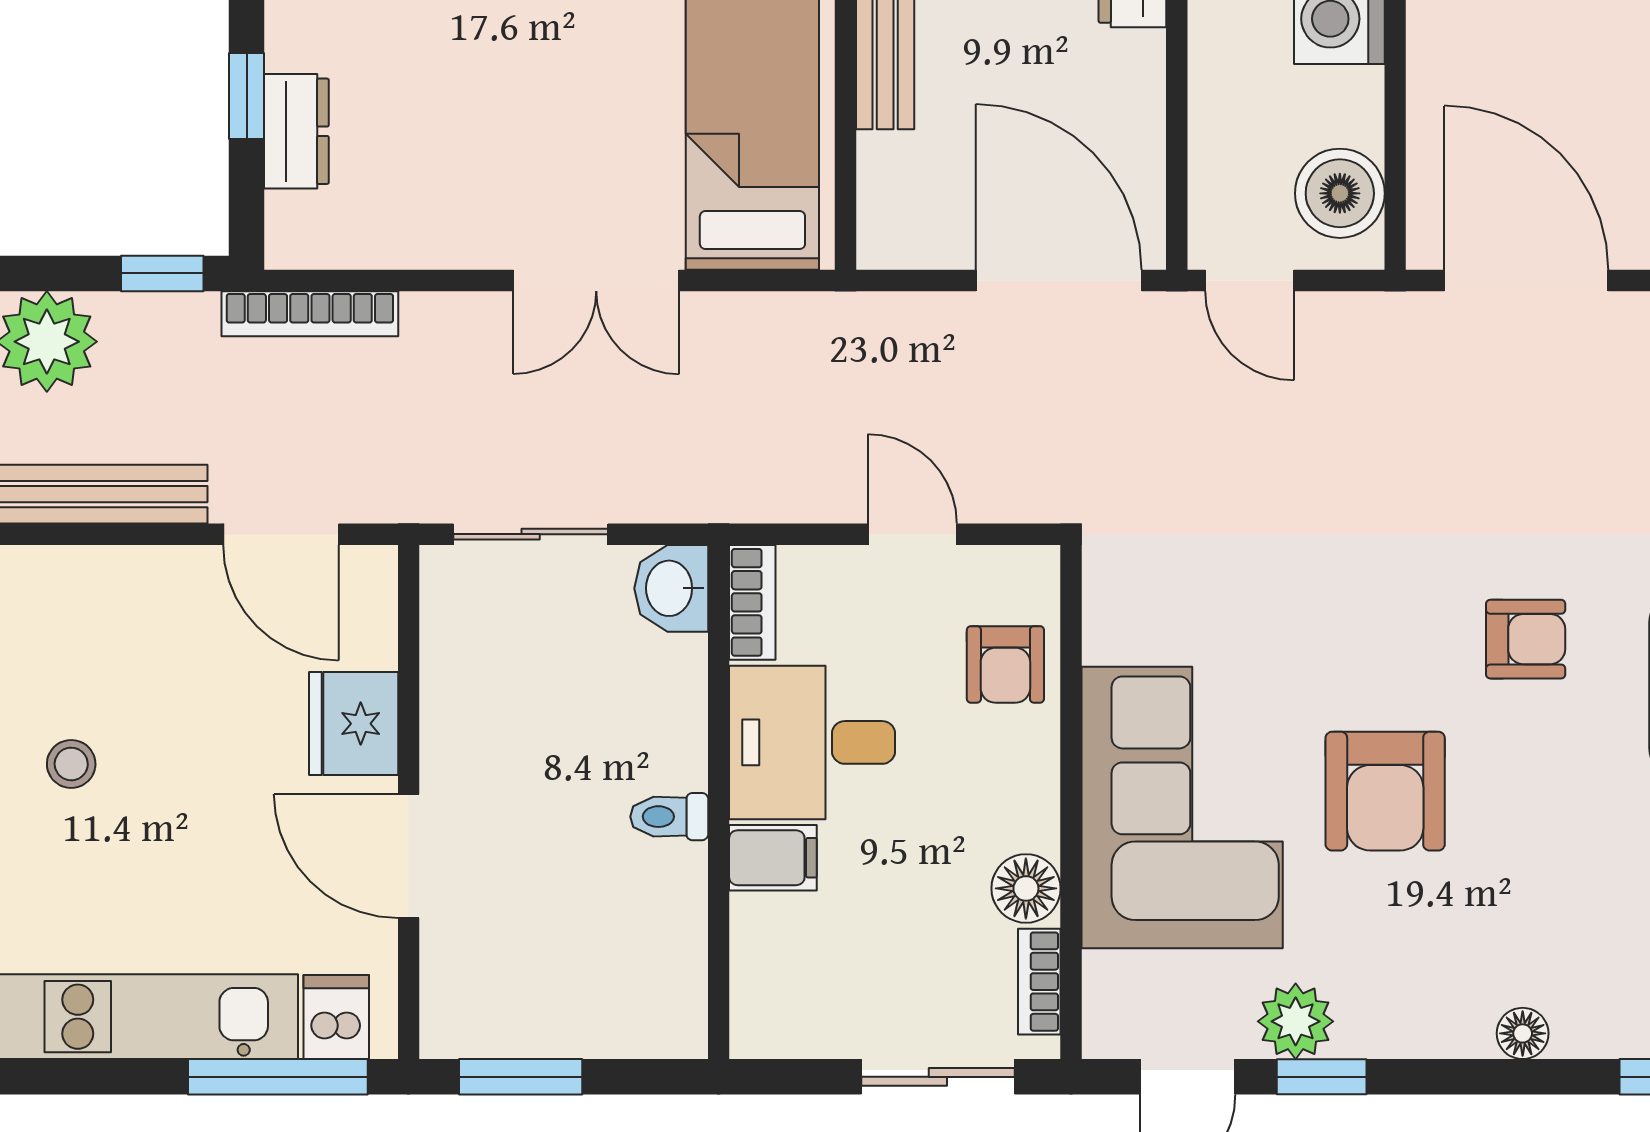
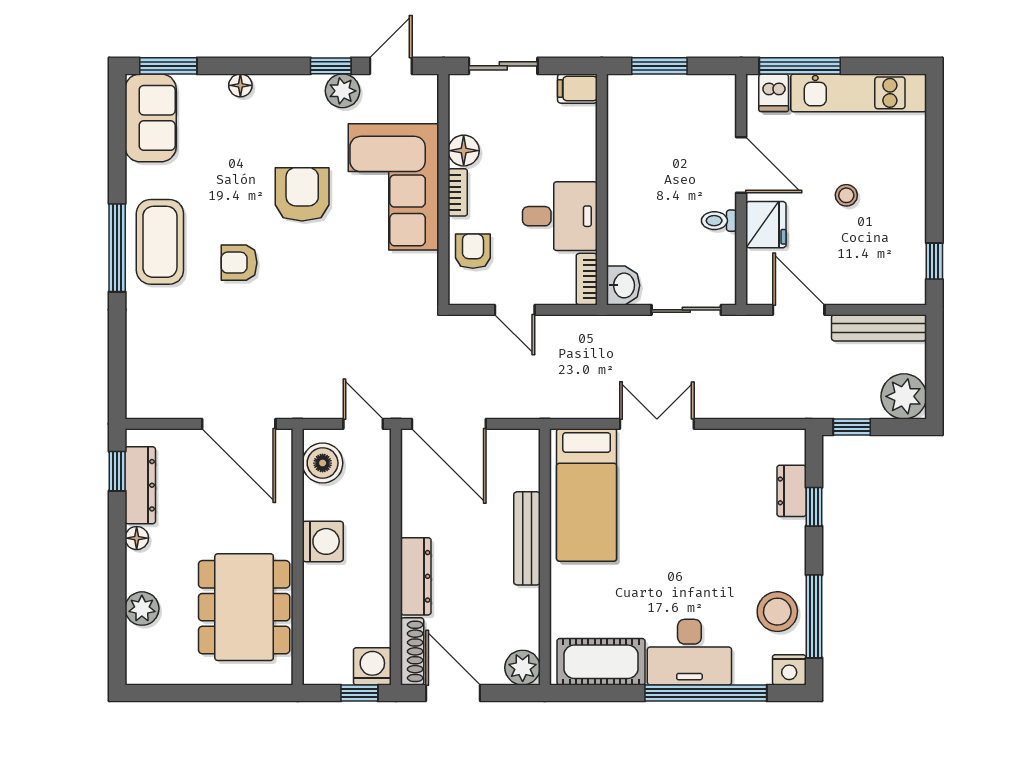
bookcase: (310, 314) -> (786, 409), removed
stool: (71, 764) -> (846, 195), moved
toilet: (669, 817) -> (719, 221), moved, turned 180
filing cabinet: (773, 858) -> (577, 89), moved
bookcase: (1039, 982) -> (458, 192), moved
window: (521, 1077) -> (659, 66), moved

